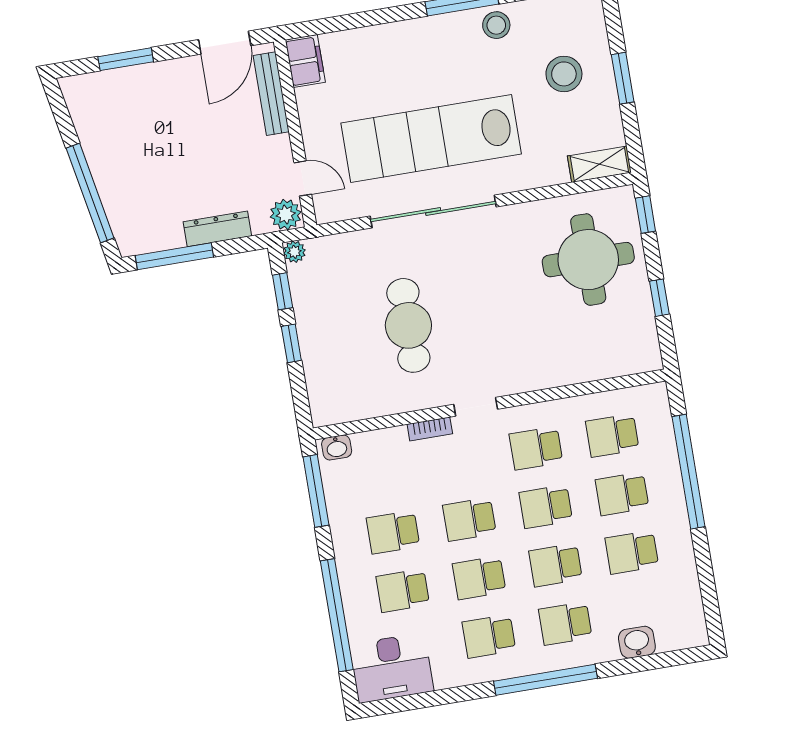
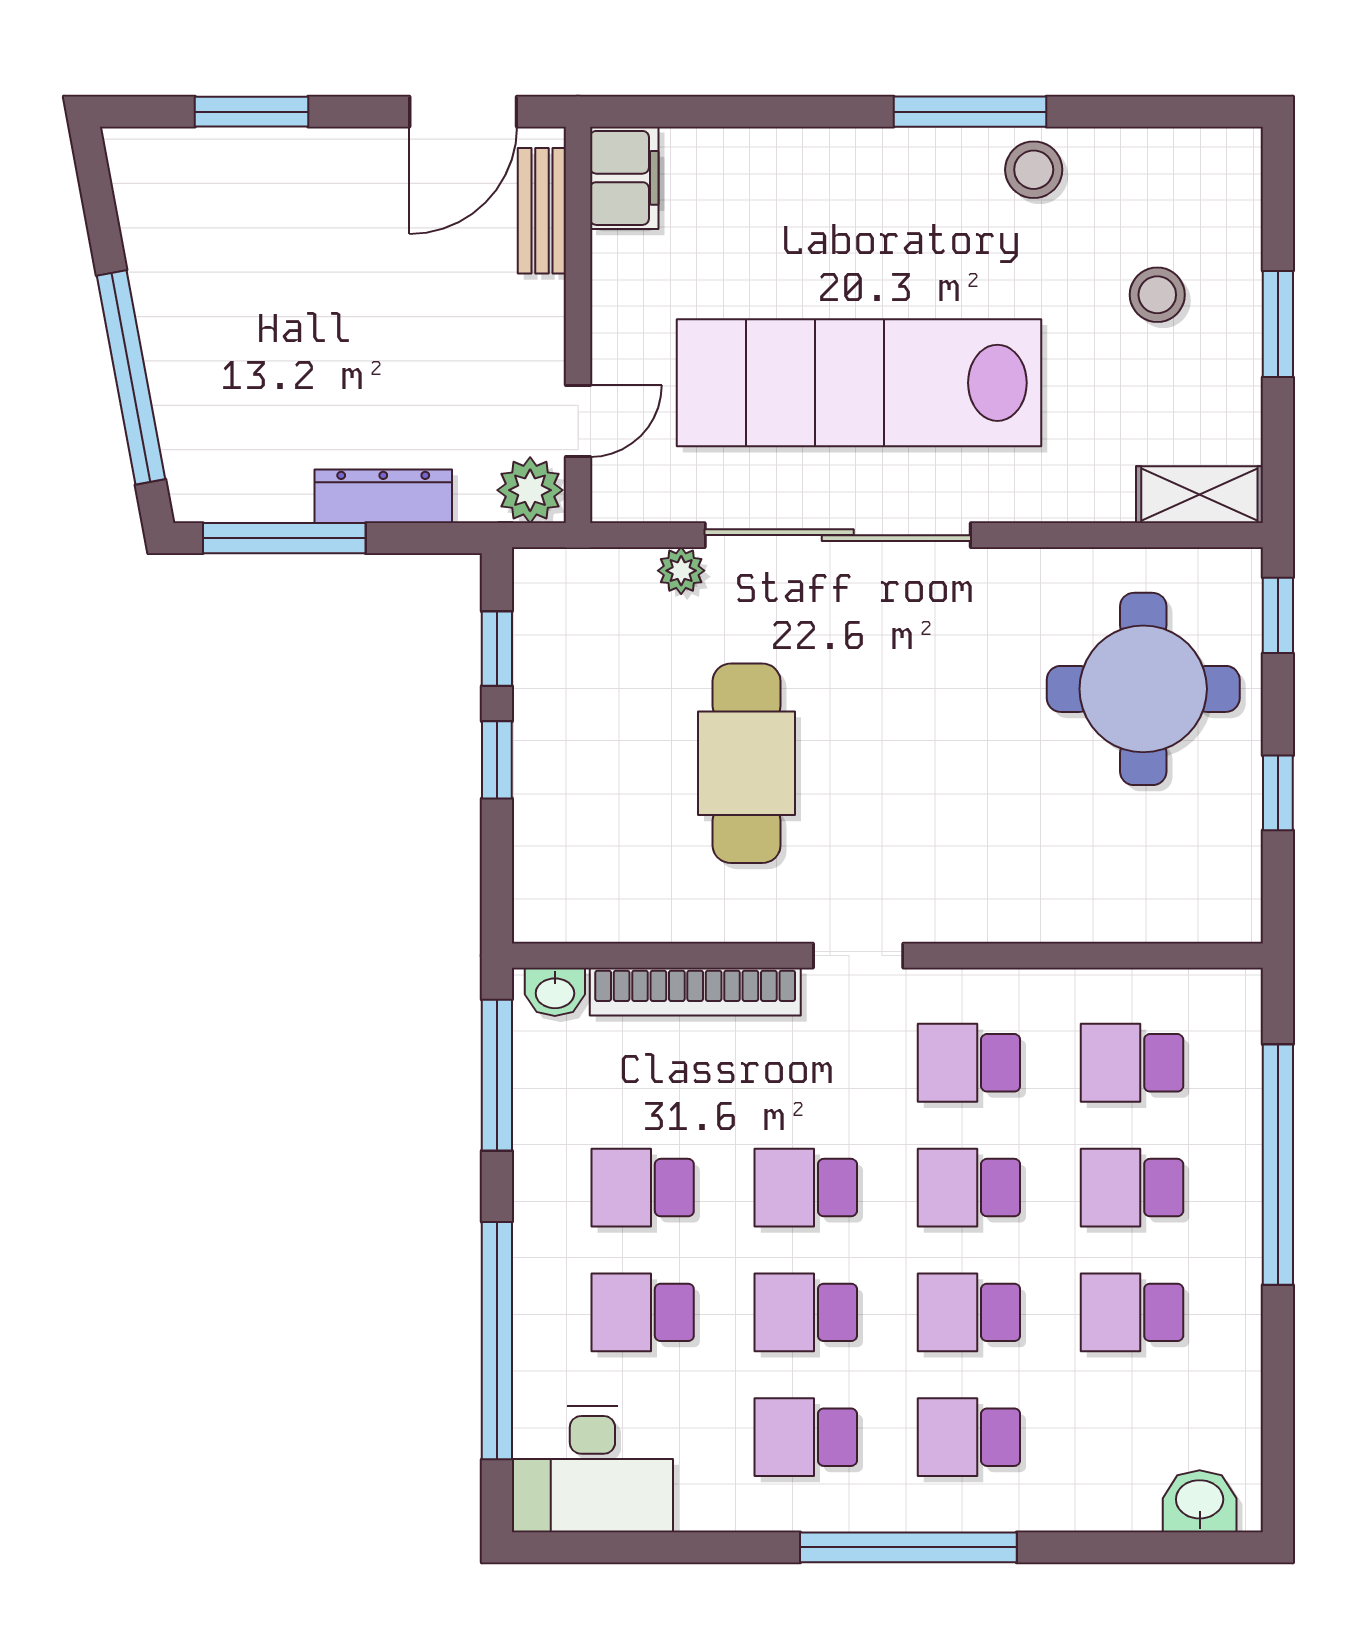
stool: (564, 74) -> (1157, 295), width x0.73, depth x0.73
bench: (271, 94) -> (542, 211), width x0.73
door: (303, 178) -> (578, 421), hinge flipped
plant: (294, 252) -> (681, 571), moved
bookcase: (430, 429) -> (695, 992), width x2.31, depth x1.31
washbasin: (637, 642) -> (1200, 1501), moved

